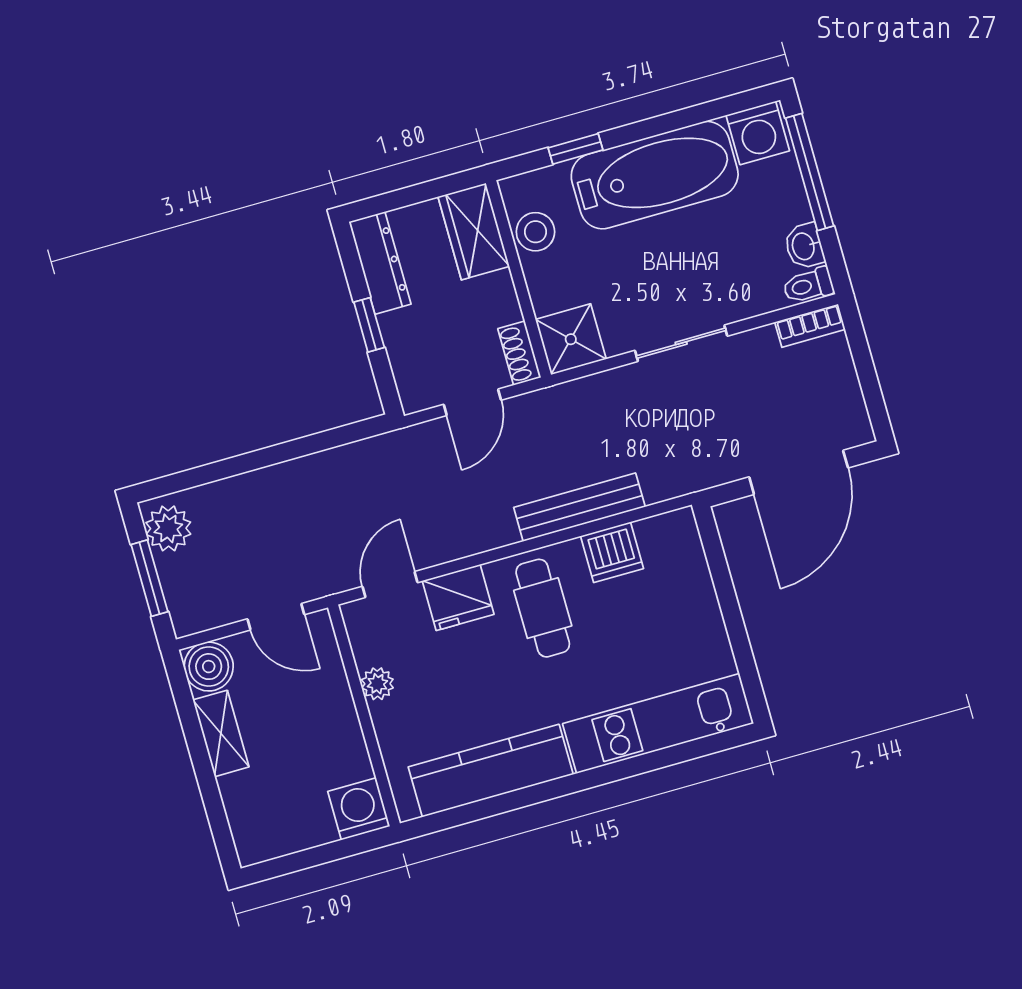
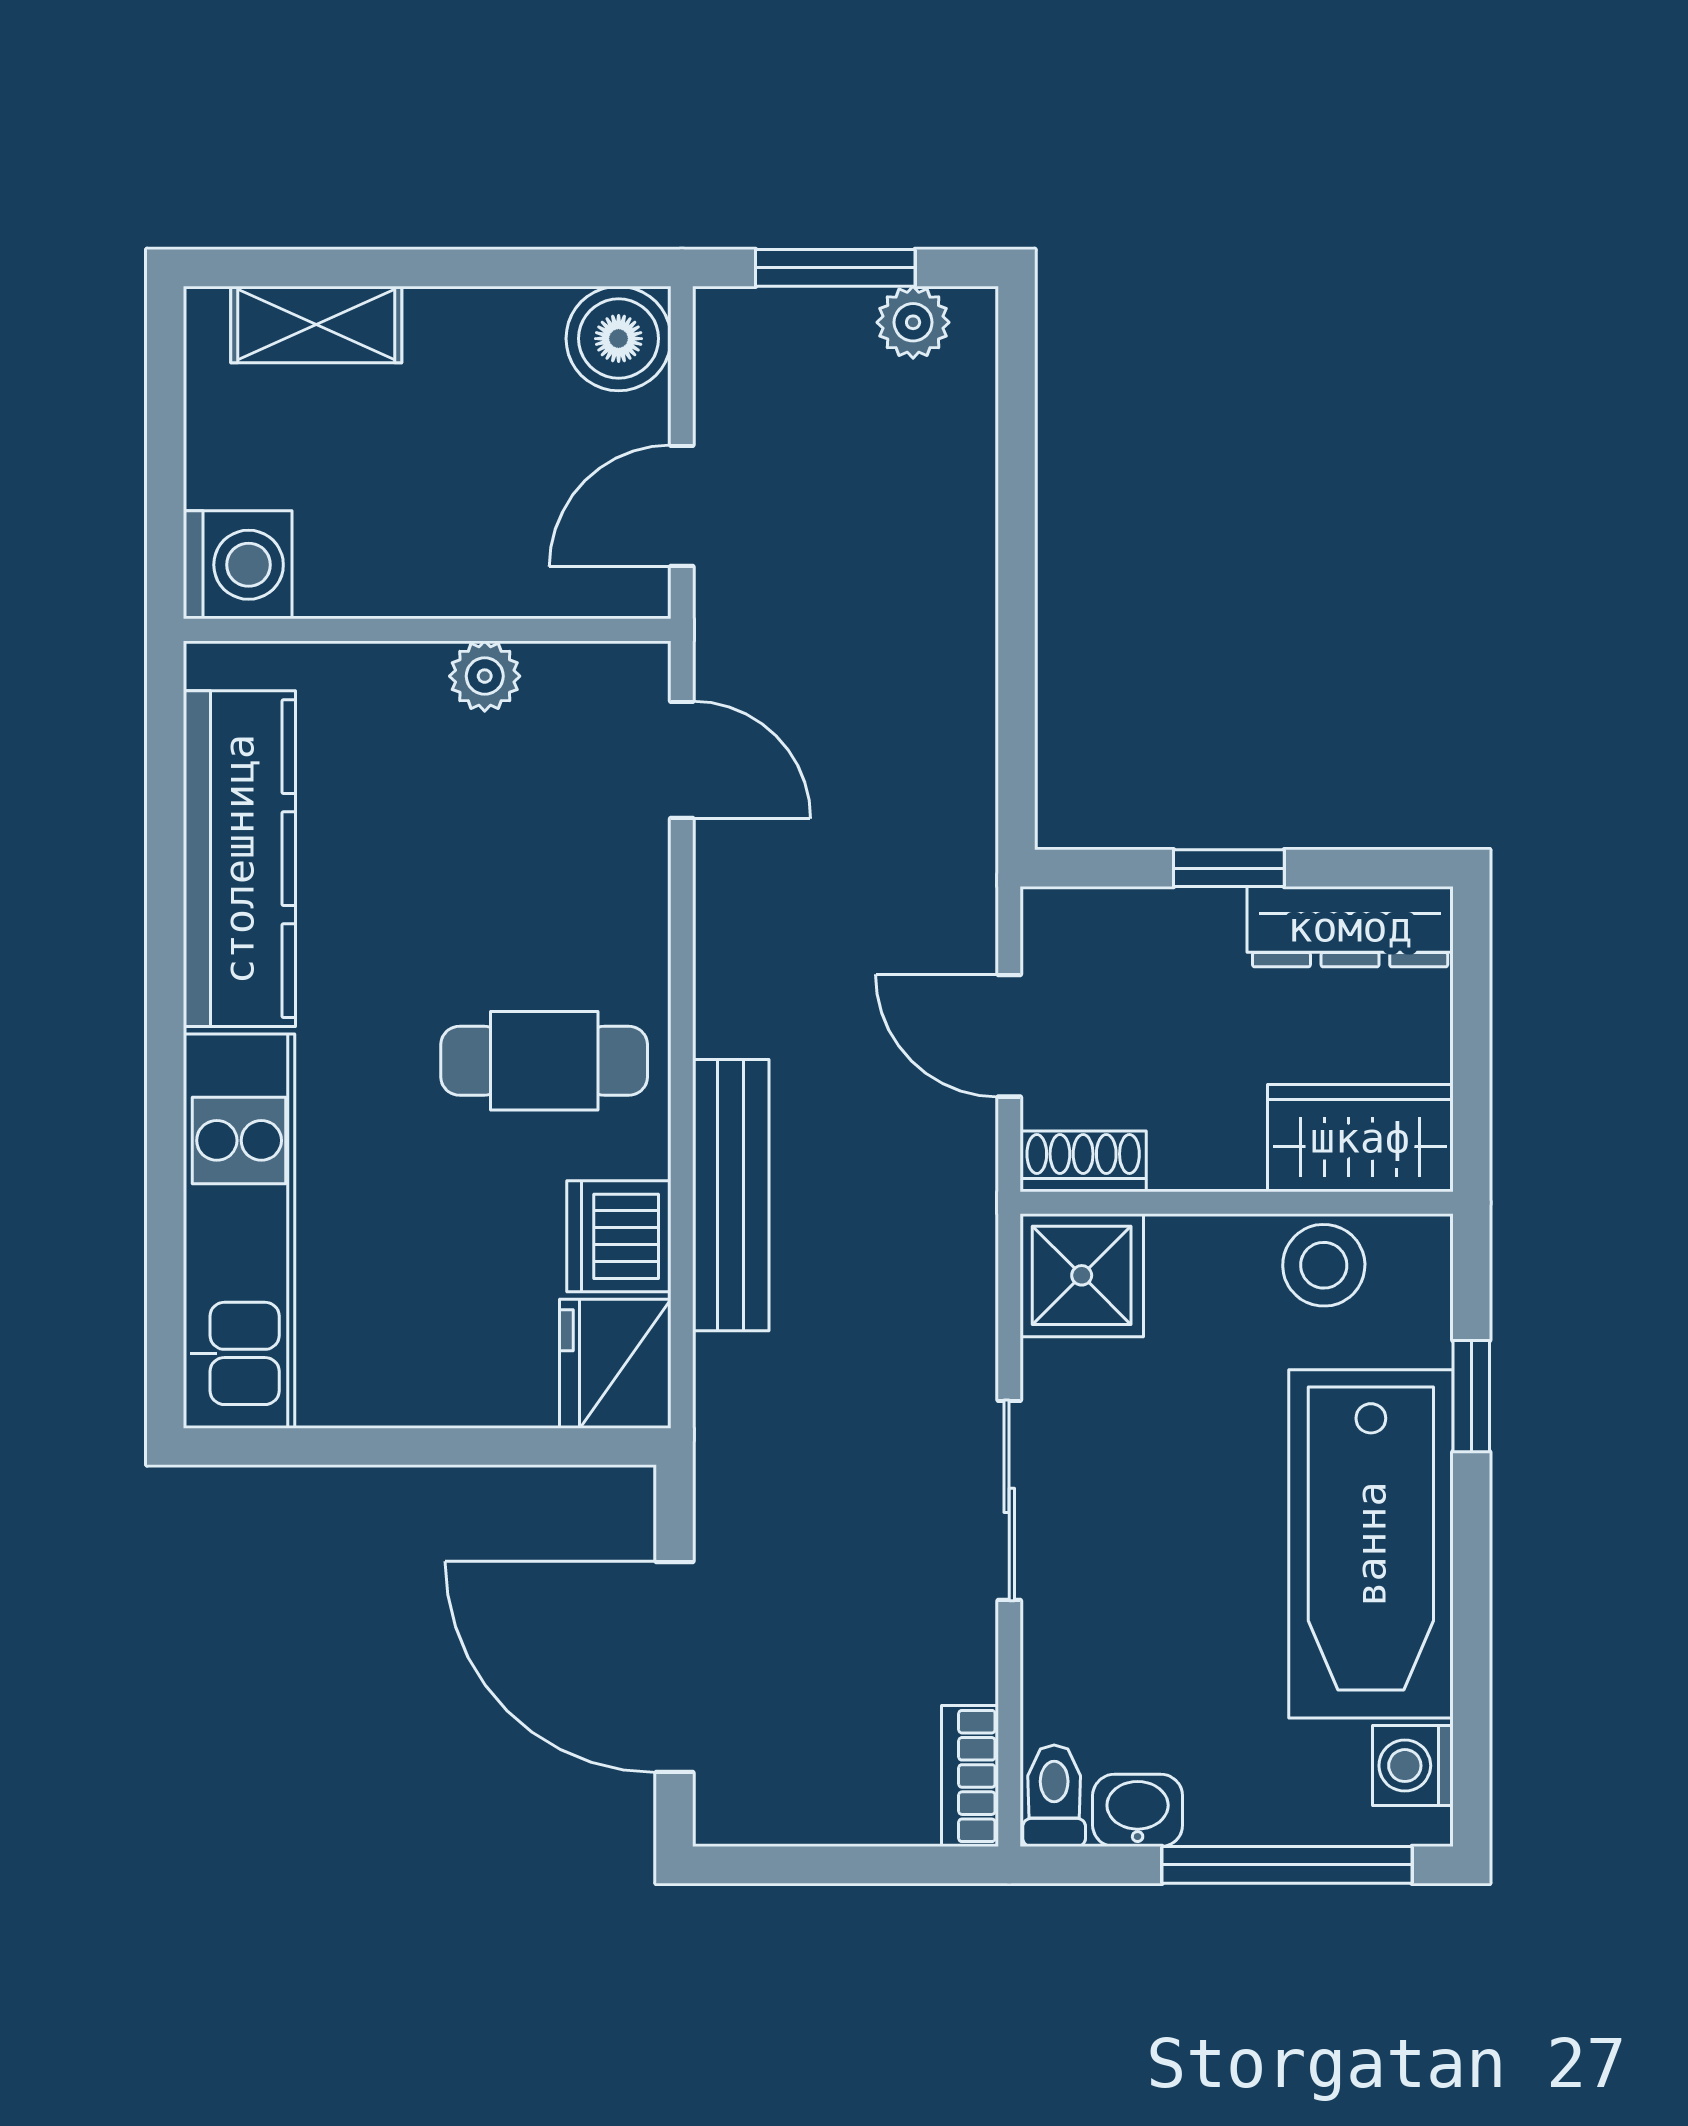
washing machine: (758, 133) -> (1413, 1766), width x0.73, depth x0.73
plant: (168, 528) -> (913, 322), width x0.73, depth x0.73
fridge: (458, 597) -> (615, 1364), moved
shelving: (221, 733) -> (316, 325), moved

